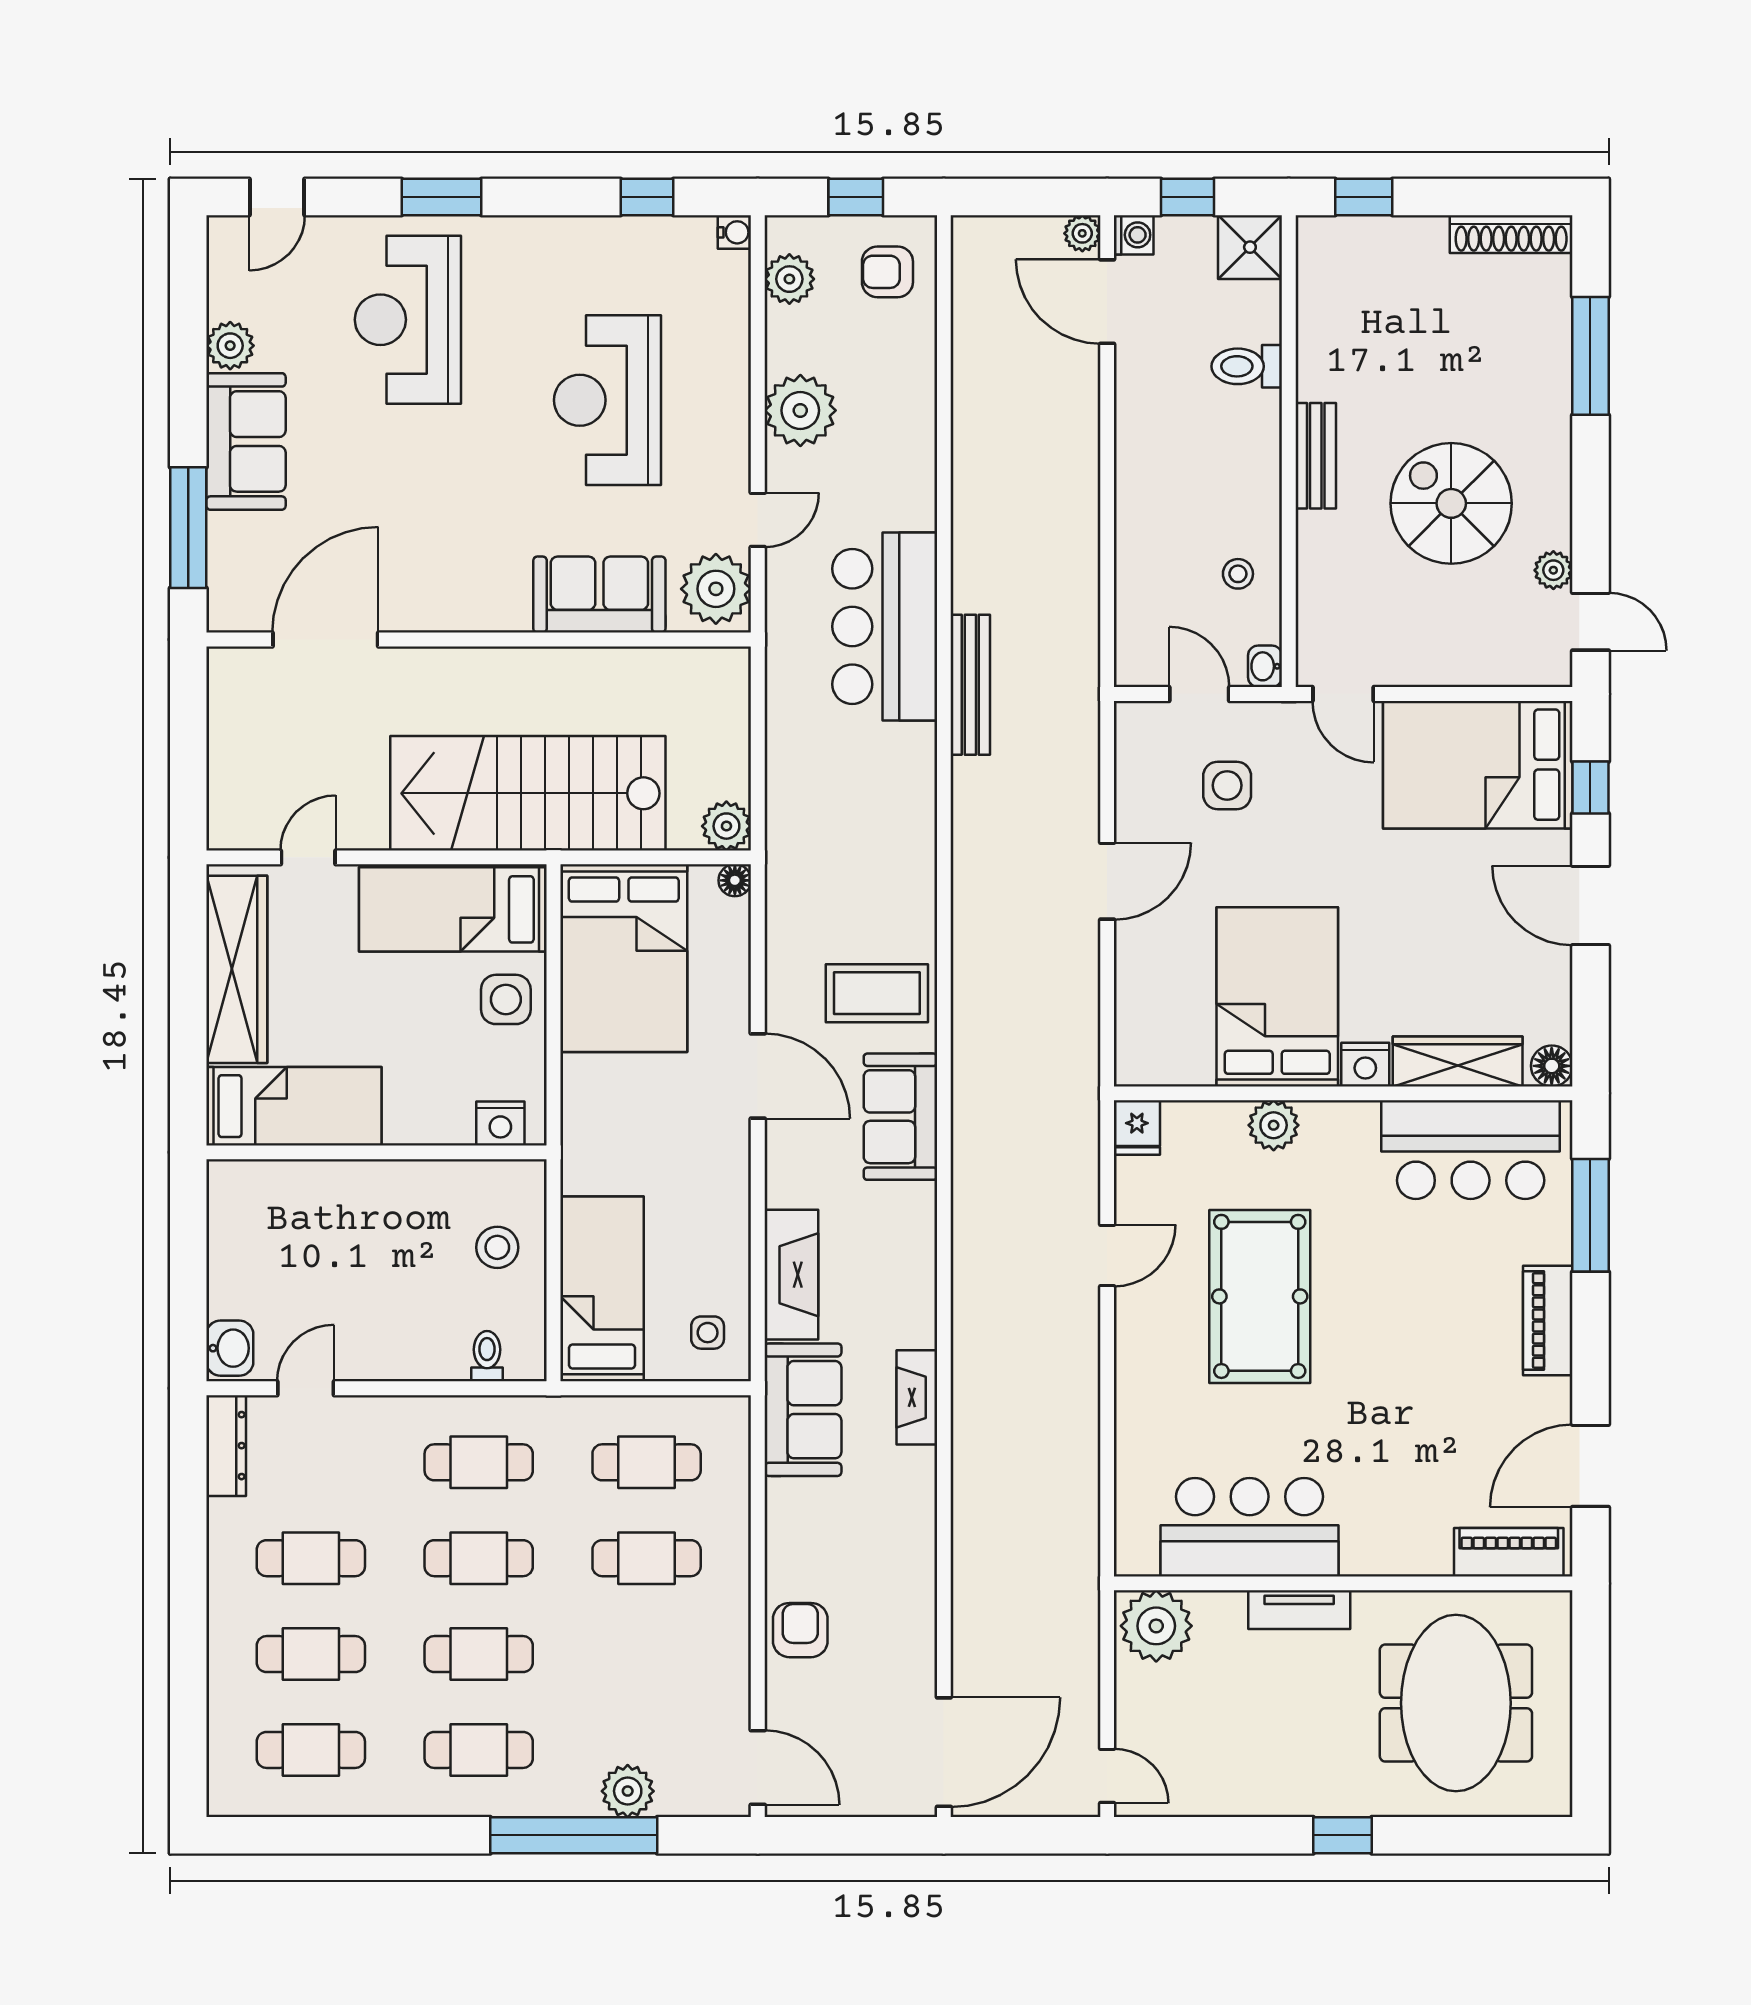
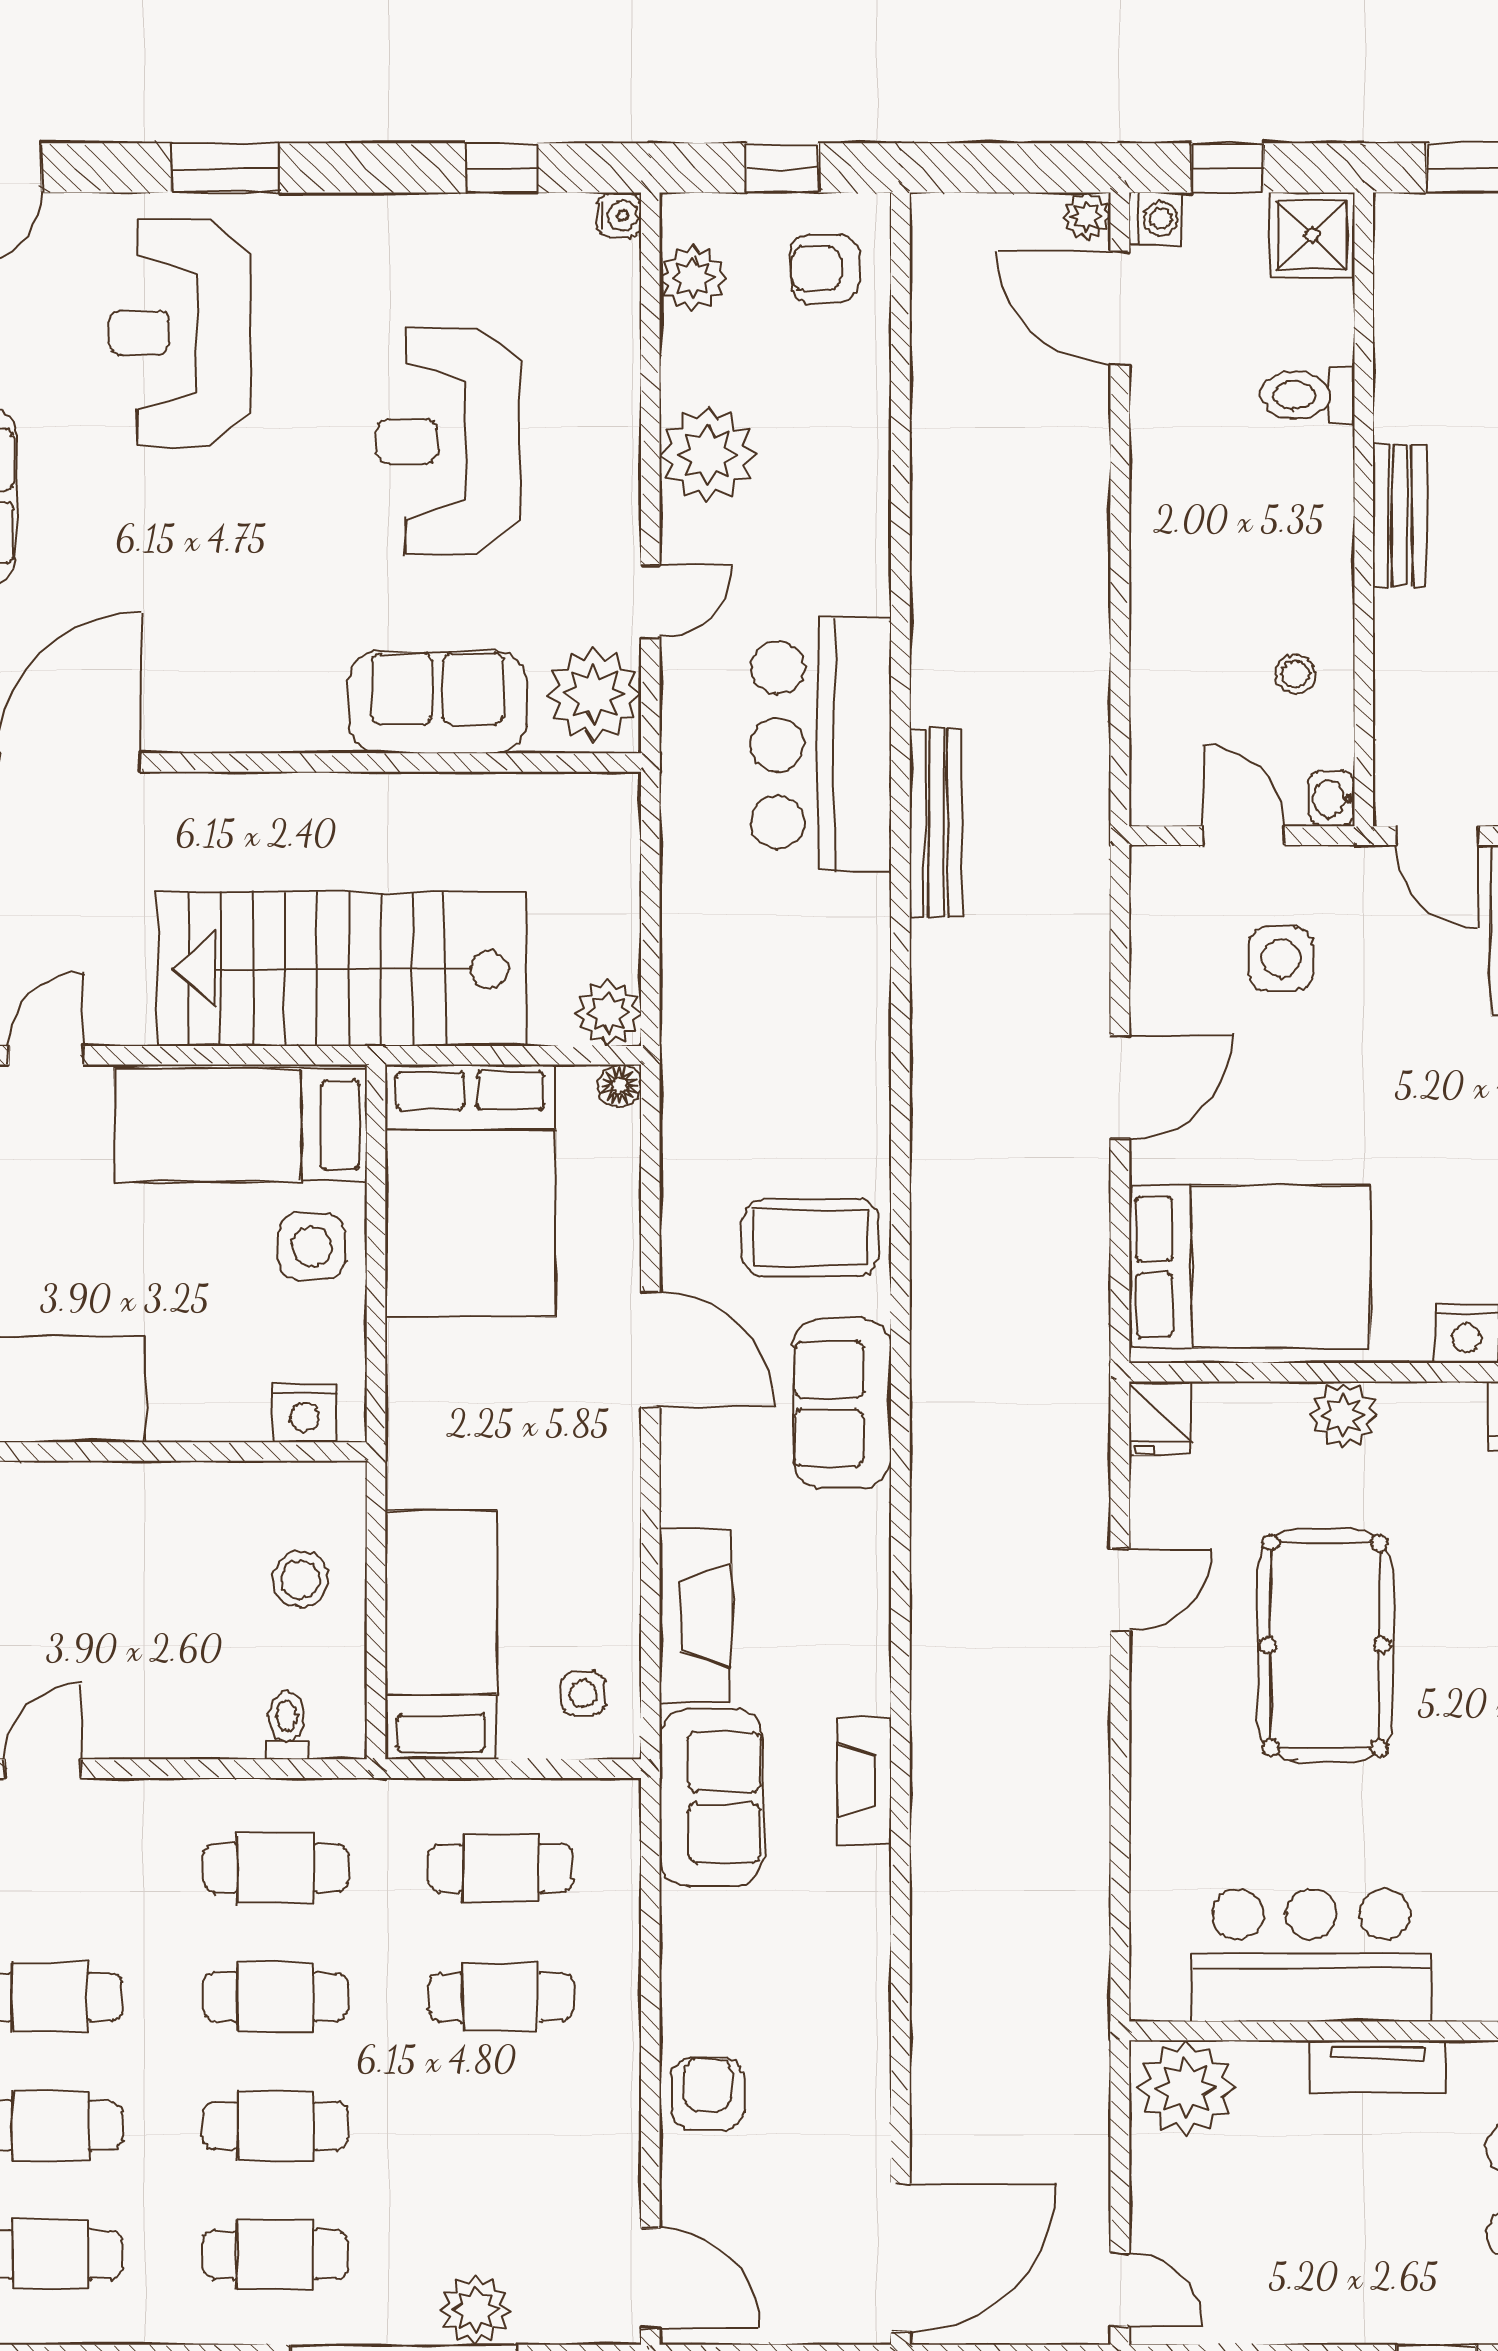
bed: (1277, 997) -> (1250, 1267), moved, turned 90

